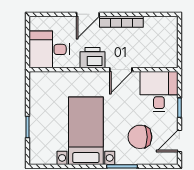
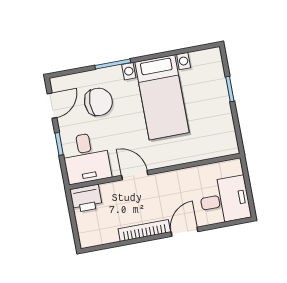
desk: (49, 49) -> (225, 200), moved
printer: (92, 58) -> (86, 198), moved
door: (121, 70) -> (135, 175), hinge flipped

